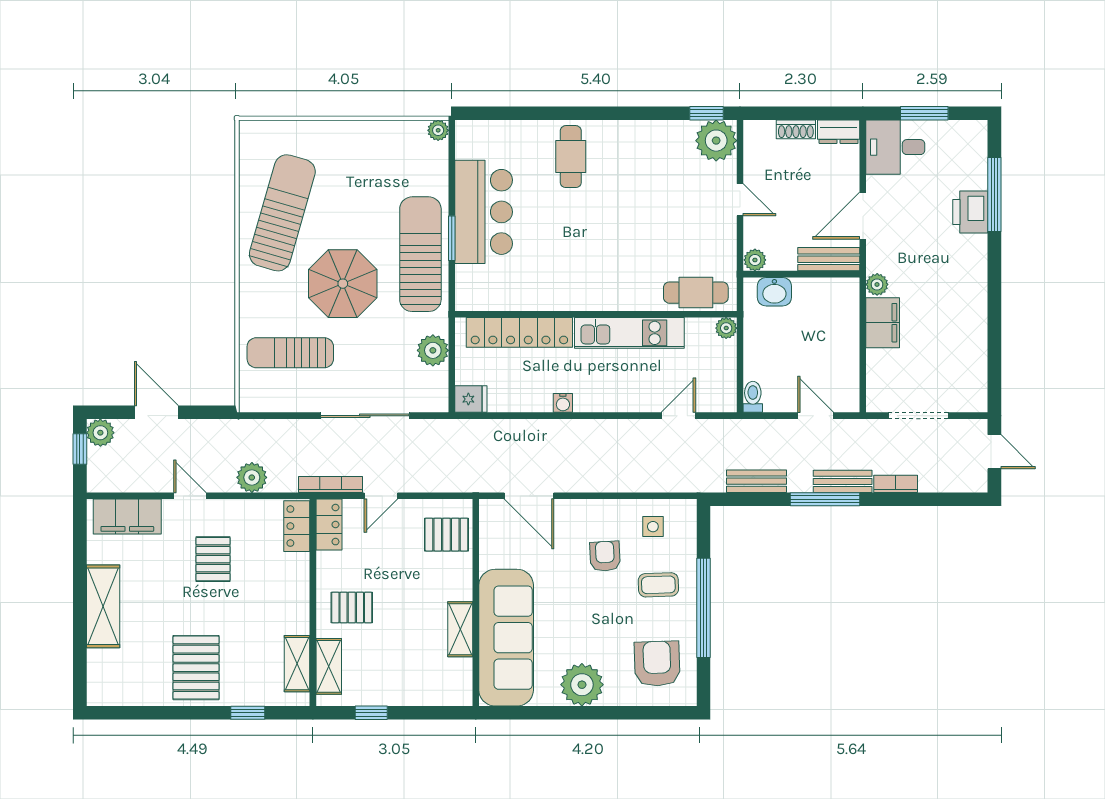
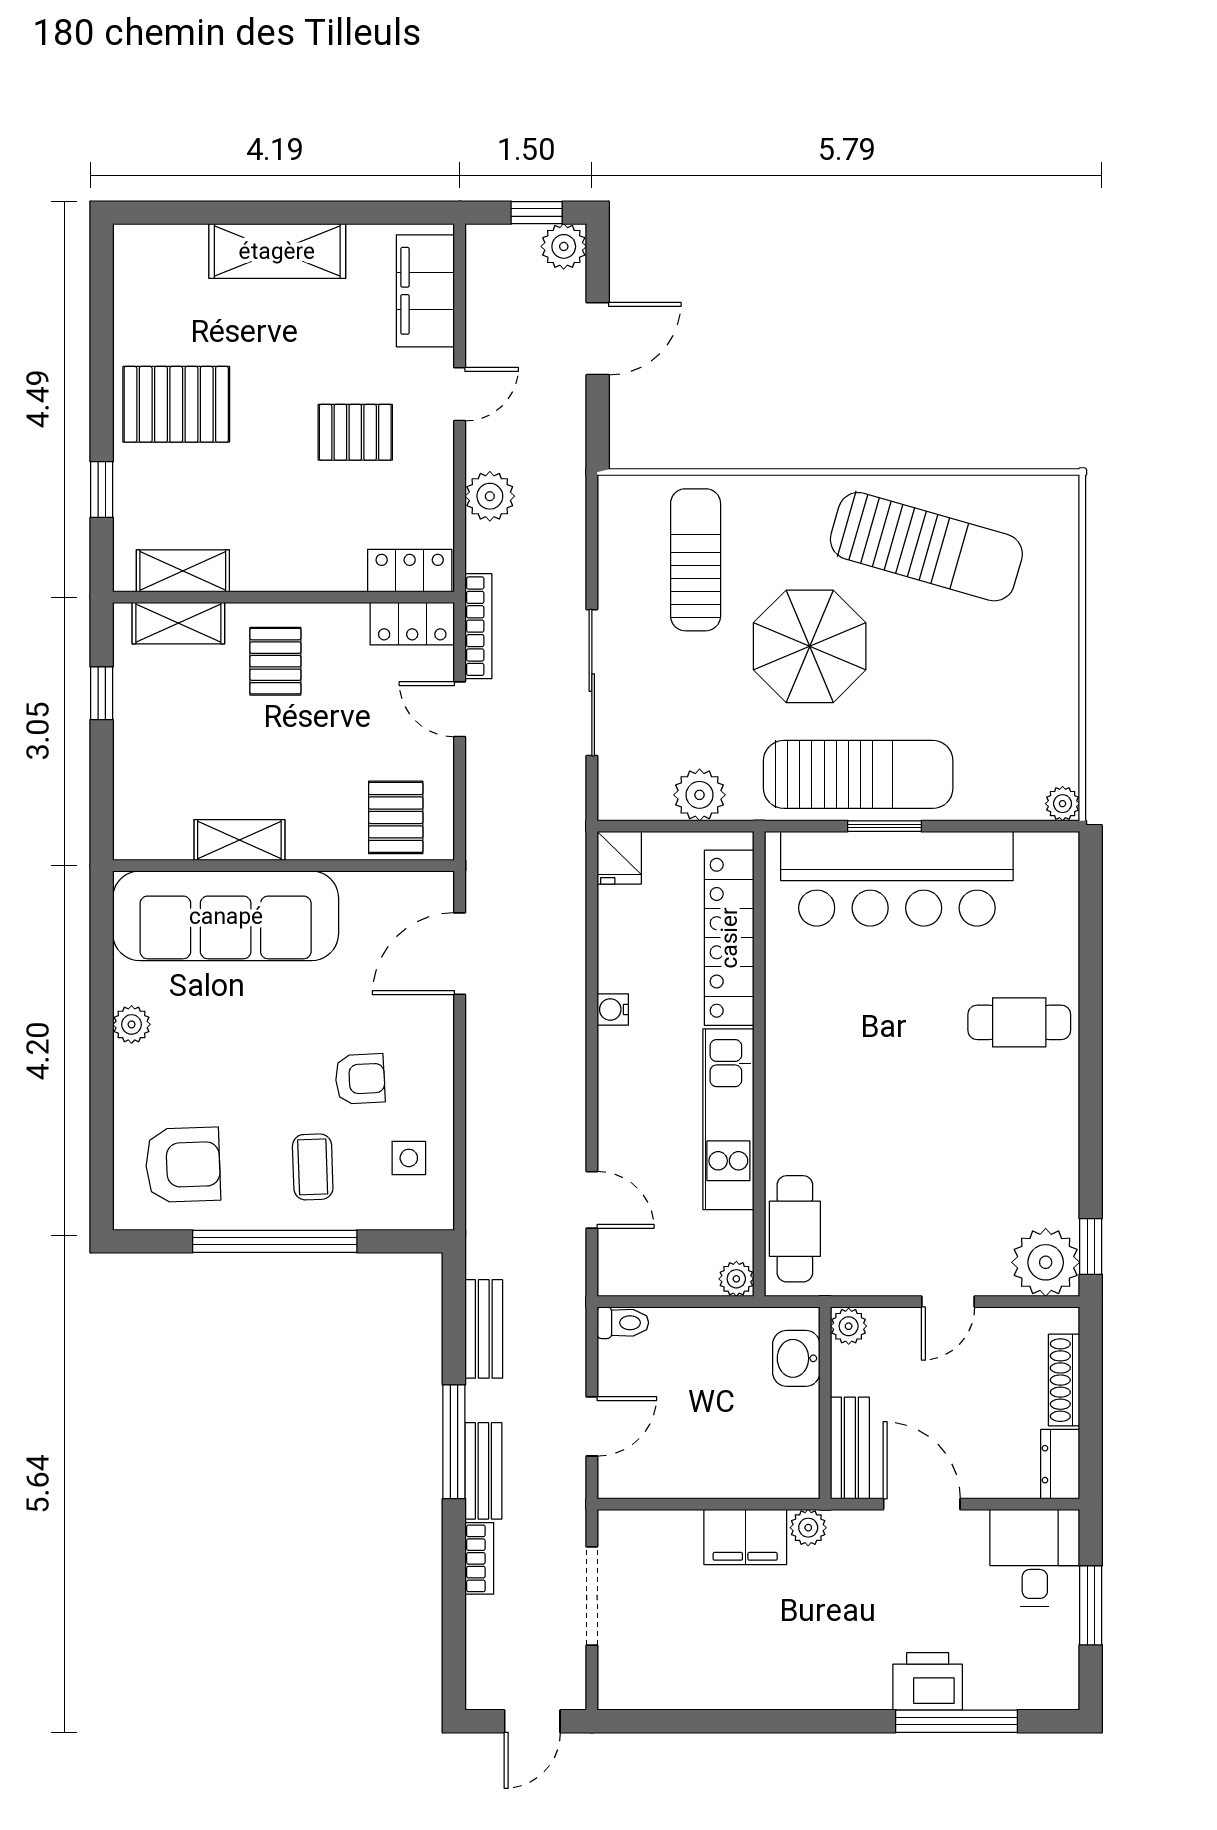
shoe rack: (796, 129) -> (1064, 1380), width x1.43
bar counter: (484, 212) -> (897, 879), width x1.36
plant: (582, 685) -> (132, 1024), width x0.53, depth x0.53

